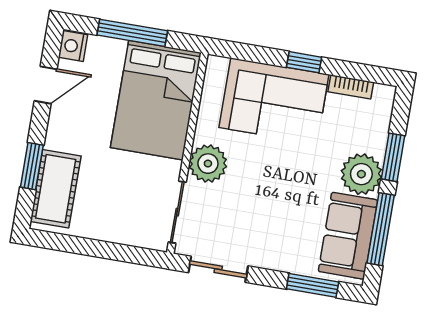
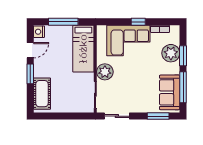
bed: (156, 100) -> (83, 49), width x0.67
window: (32, 166) -> (30, 74), moved
plant: (361, 174) -> (171, 53), moved

